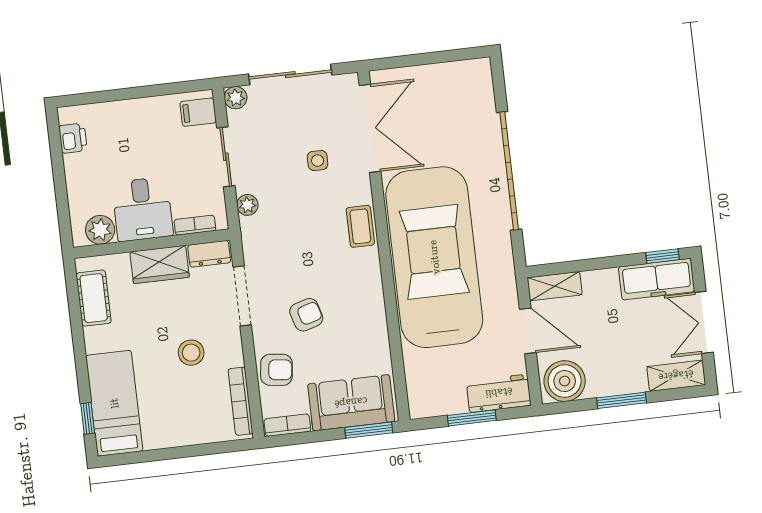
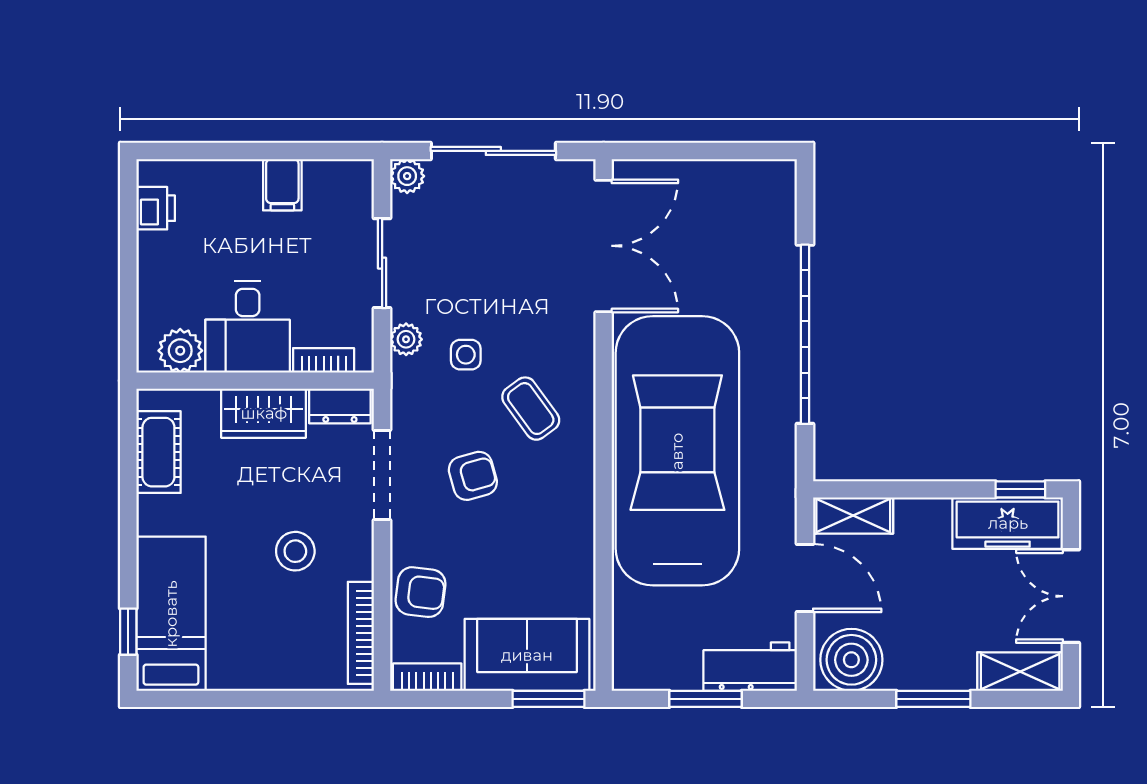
filing cabinet: (198, 112) -> (282, 185), moved, turned -90
side table: (318, 161) -> (466, 355), moved
coffee table: (360, 226) -> (531, 409), moved, turned -36
armchair: (306, 315) -> (473, 476), moved

